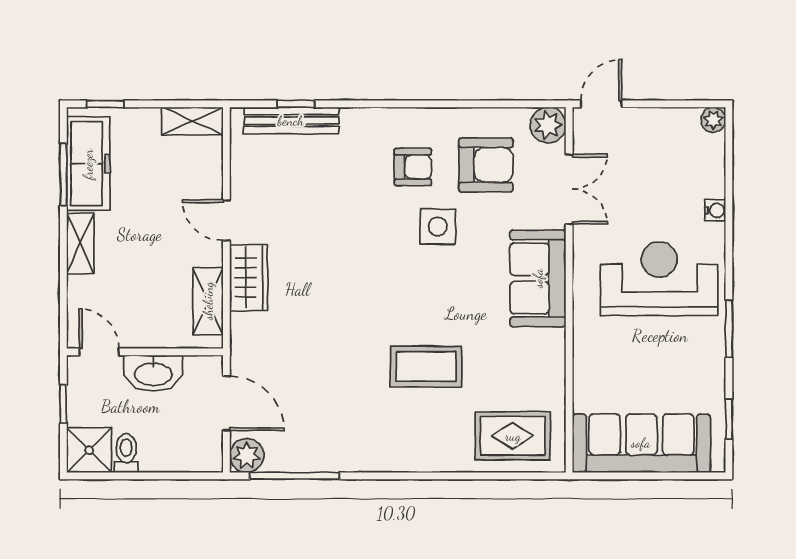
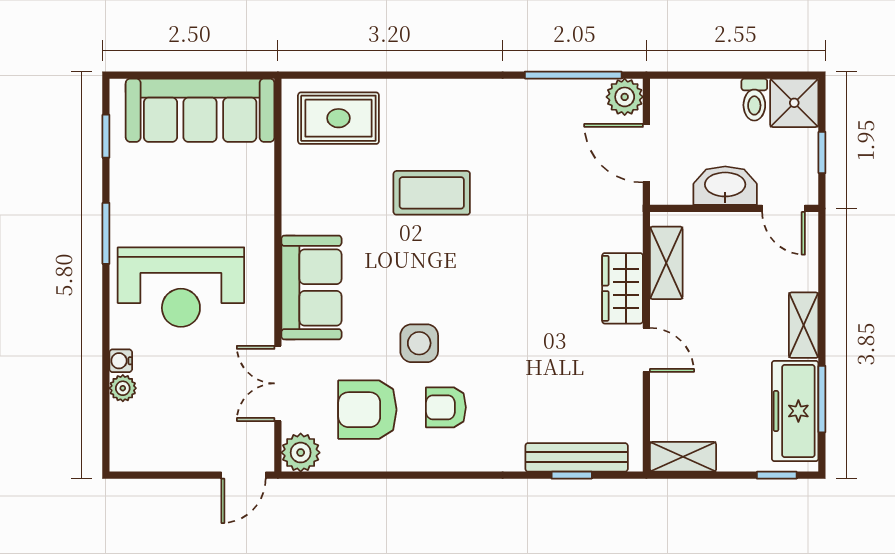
plant: (713, 120) -> (123, 388), moved

